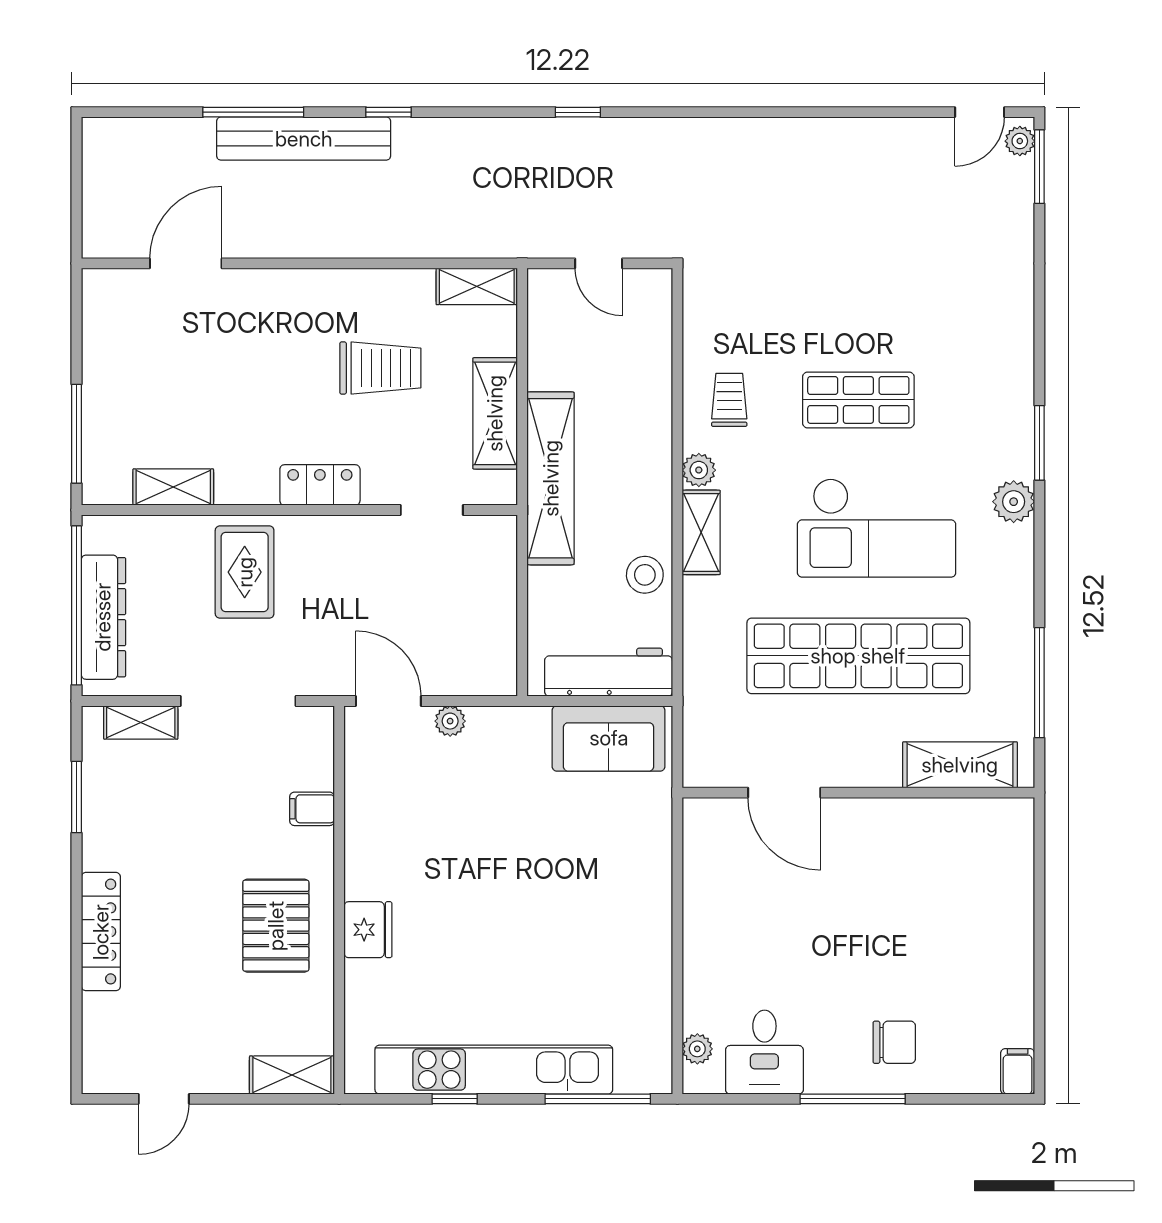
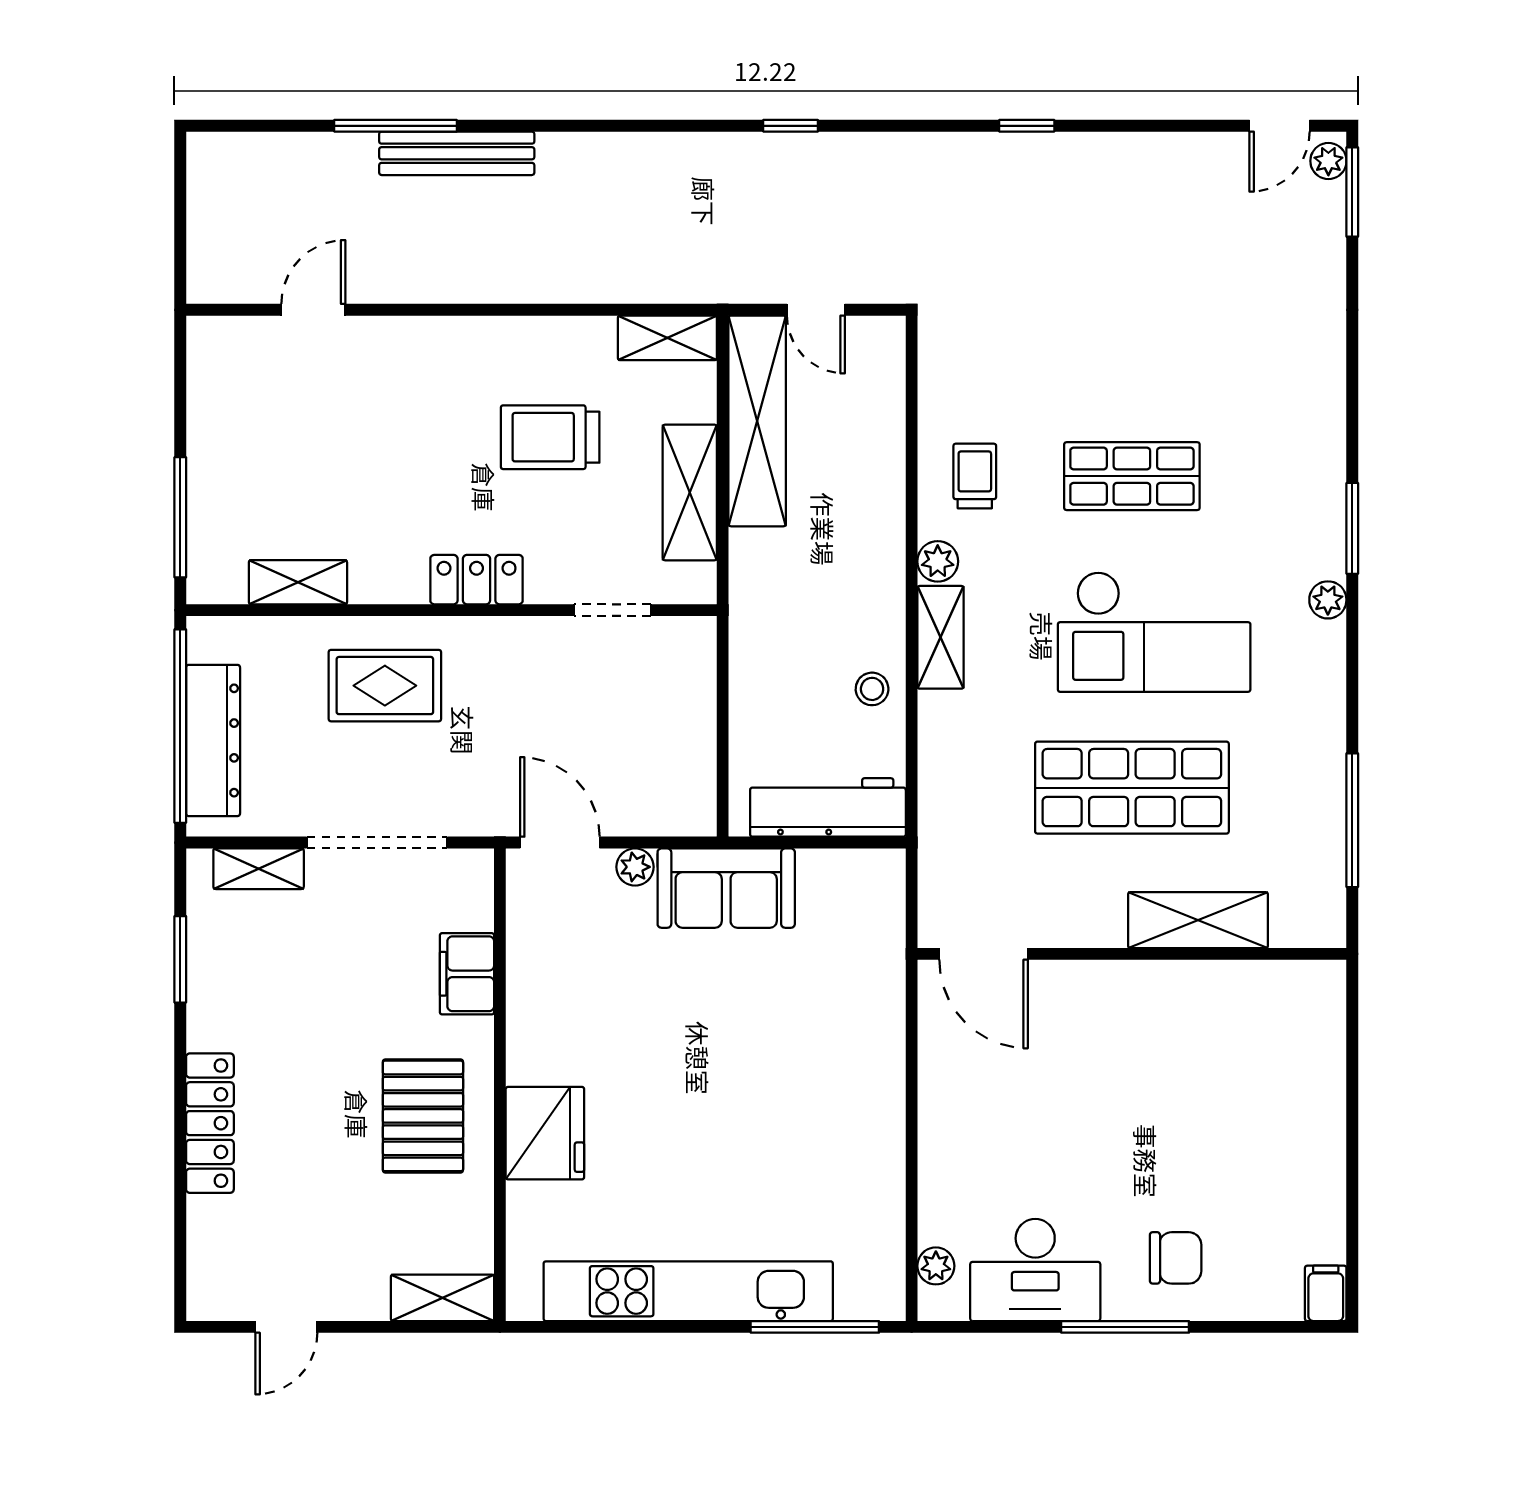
window: (389, 112) -> (1027, 126), moved
bench: (304, 139) -> (457, 153), width x0.73, depth x0.82
door: (186, 263) -> (313, 310), width x0.73
trolley: (380, 368) -> (550, 437), turned 180
shelving: (551, 478) -> (757, 421), moved
plant: (1014, 502) -> (1328, 600), width x0.73, depth x0.73
rug: (245, 572) -> (385, 686), turned 90
stool: (645, 575) -> (872, 689), width x0.73, depth x0.73
shop shelf: (858, 656) -> (1132, 788), width x0.71
sofa: (609, 738) -> (726, 888), moved
shelving: (960, 765) -> (1198, 920), moved
door: (784, 793) -> (984, 954), moved
filing cabinet: (312, 809) -> (467, 974), width x2.00
fridge: (368, 930) -> (545, 1133), width x1.36, depth x1.34
desk: (764, 1052) -> (1035, 1270), width x1.37
window: (455, 1099) -> (641, 1327), removed

